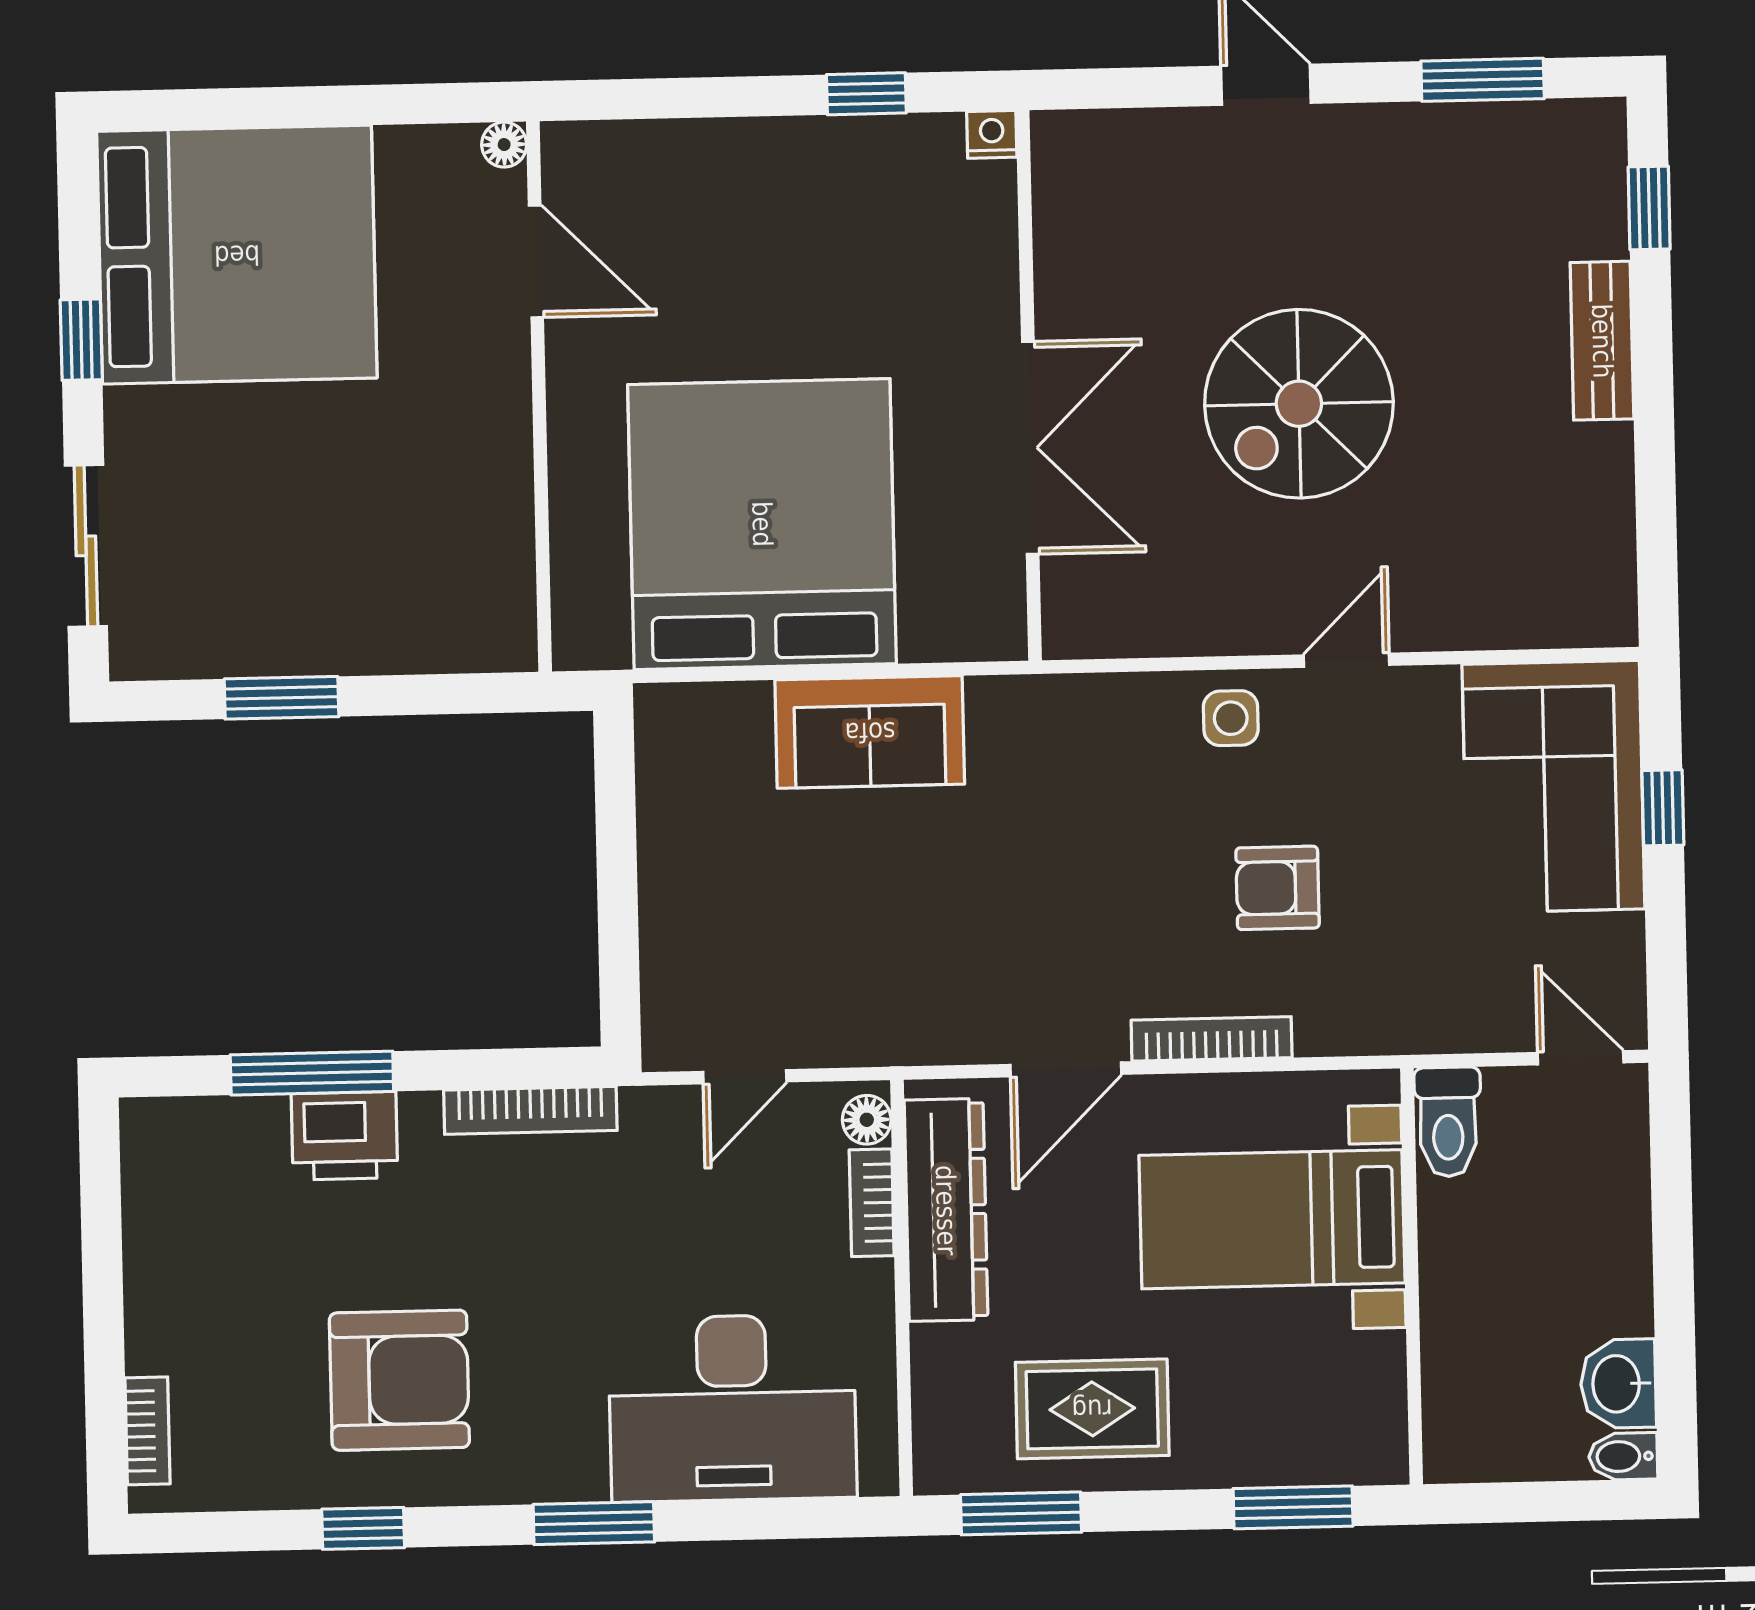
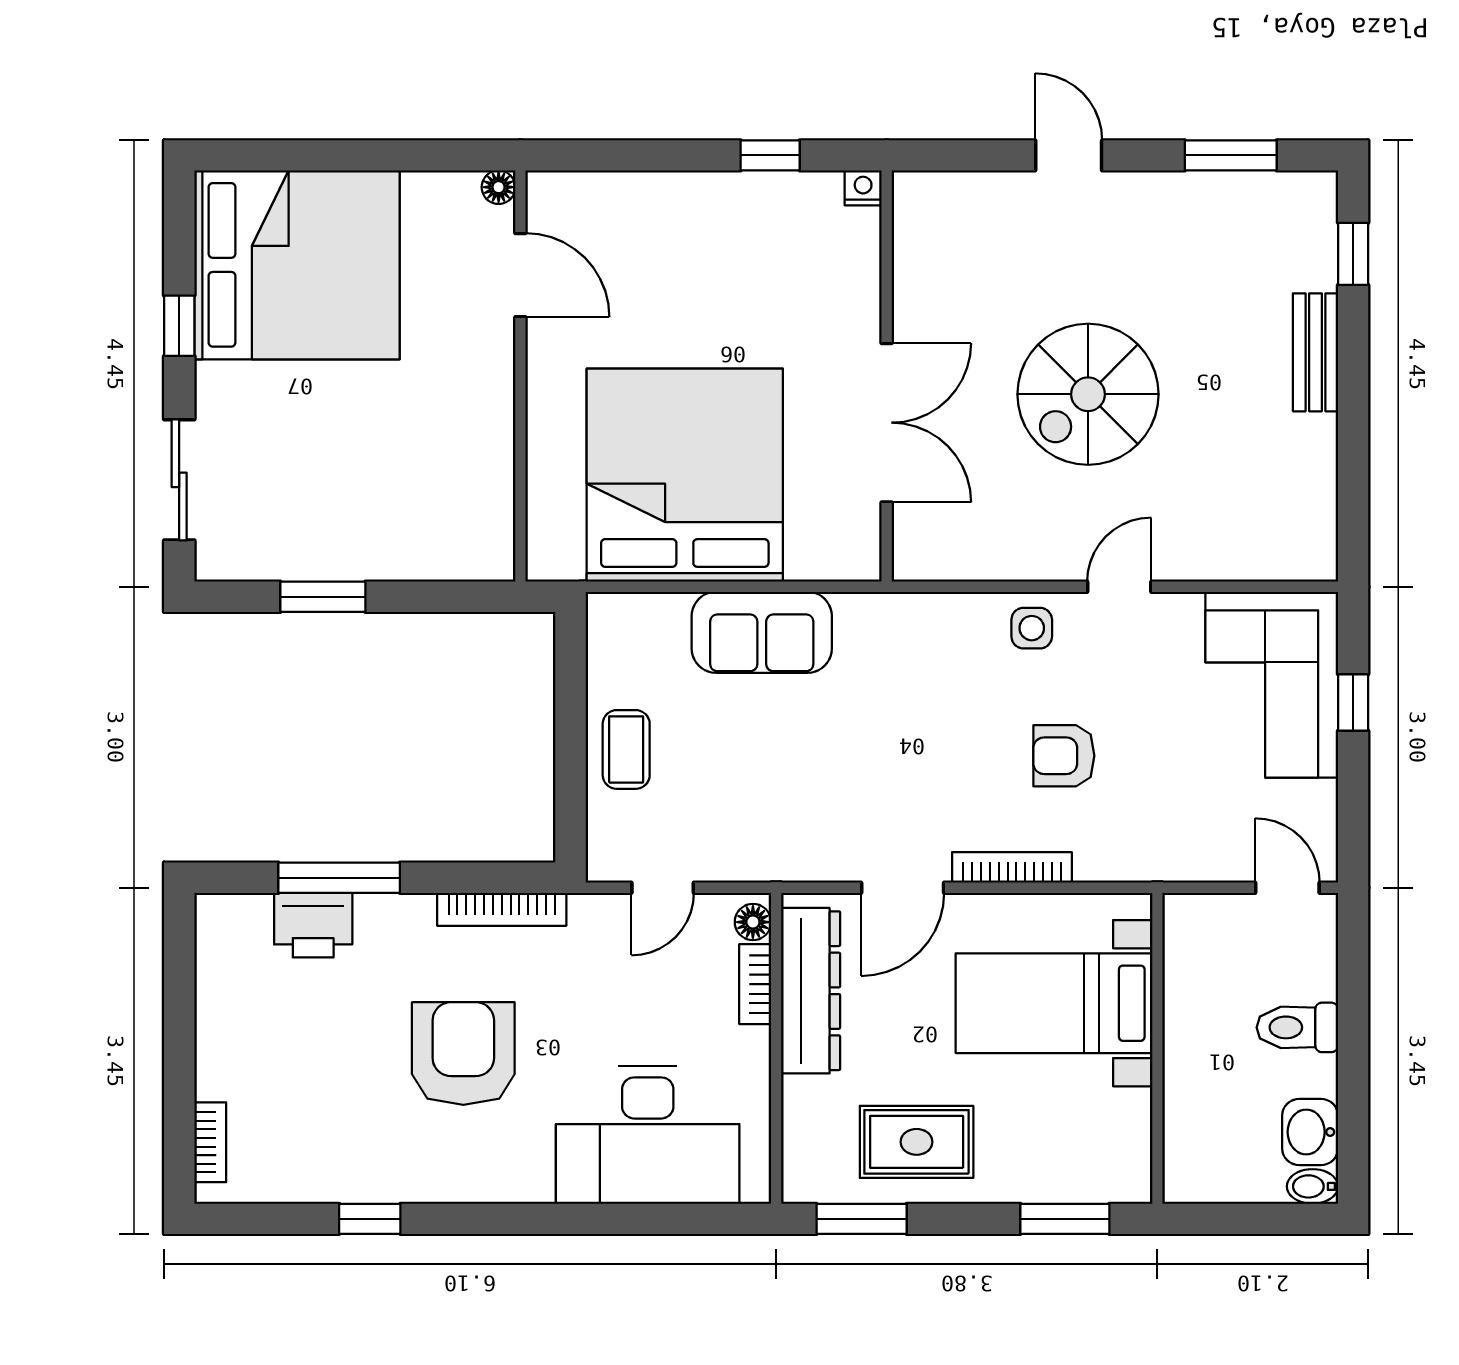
coffee table: (692, 893) -> (626, 749), added
toilet: (1448, 1122) -> (1297, 1027), moved, turned 90
printer: (344, 1136) -> (313, 925), moved
armchair: (399, 1380) -> (463, 1054), moved, turned -90
window: (594, 1523) -> (542, 1219), removed

